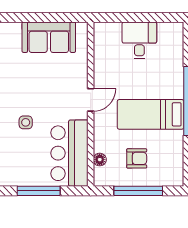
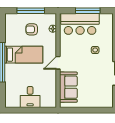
sofa: (49, 37) -> (68, 87), moved, turned 90
bar counter: (69, 153) -> (80, 24), moved, turned 90

